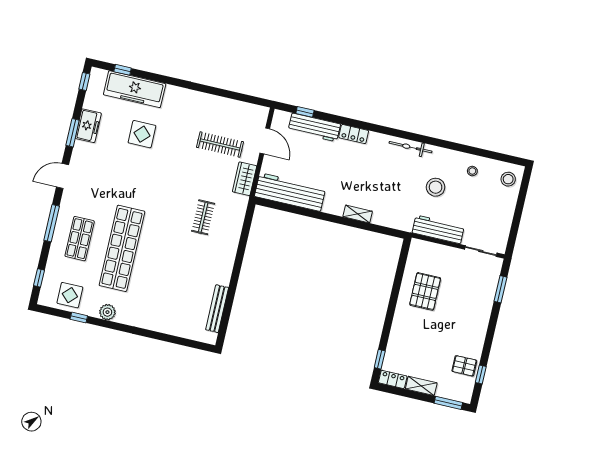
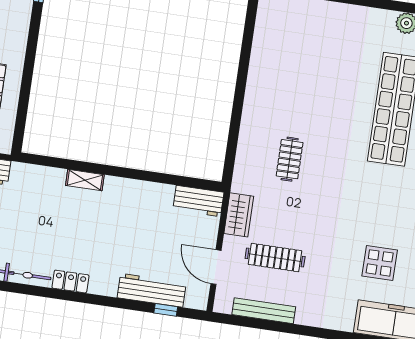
locker: (354, 134) -> (70, 282), moved
workbench: (290, 192) -> (198, 201), width x0.53, depth x0.76
bench: (217, 309) -> (264, 311), moved, turned 90

